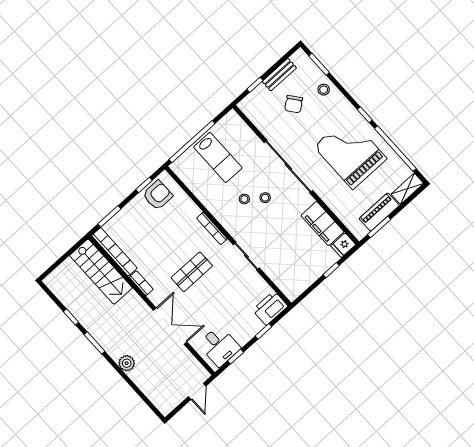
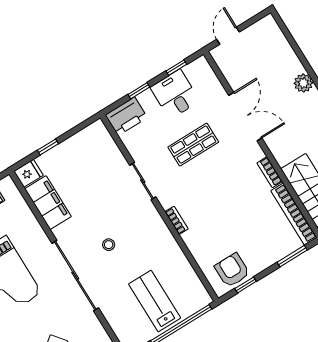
armchair: (158, 195) -> (232, 270), turned 90
stool: (244, 199) -> (133, 247), removed
bookcase: (212, 228) -> (176, 220), width x0.64
shop shelf: (192, 272) -> (193, 145), moved
double door: (170, 326) -> (245, 117), swing flipped
desk: (219, 346) -> (175, 94), moved

